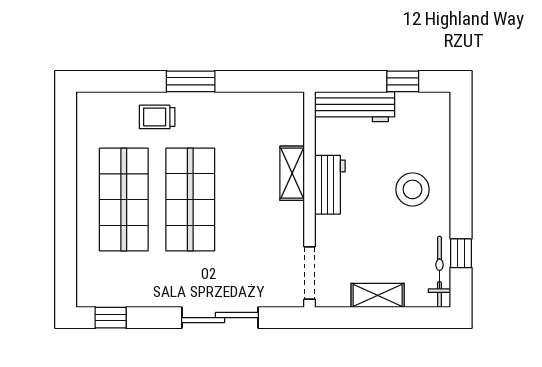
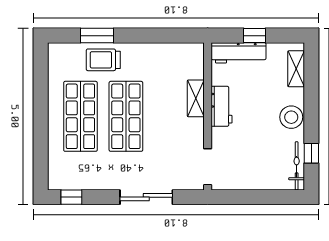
window: (191, 81) -> (97, 36), moved
window: (403, 81) -> (254, 36), moved
trolley: (157, 117) -> (103, 60), width x1.36, depth x1.39
stool: (413, 189) -> (291, 117), moved
shelving: (378, 295) -> (296, 69), moved, turned 90

